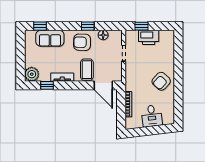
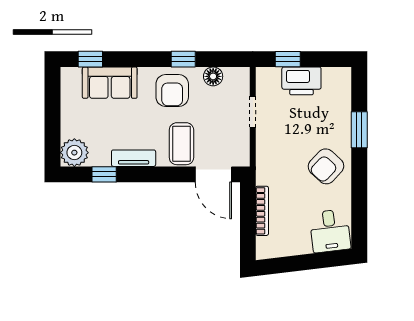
armchair: (82, 42) -> (172, 90), turned -91
window: (178, 62) -> (359, 130), added
desk: (152, 116) -> (330, 231), moved

